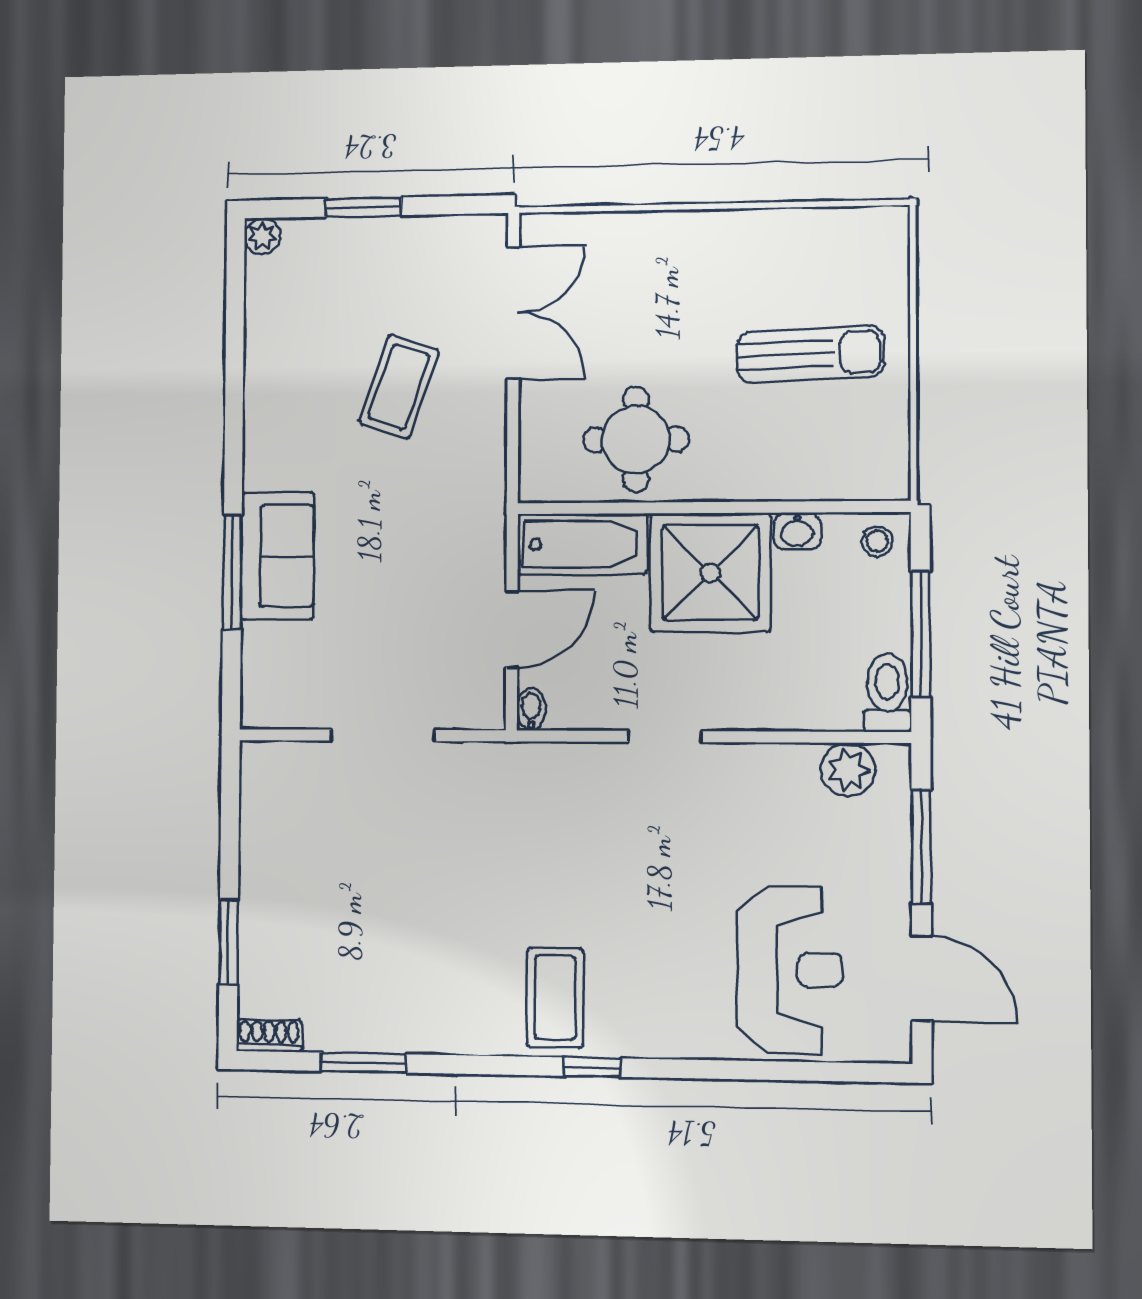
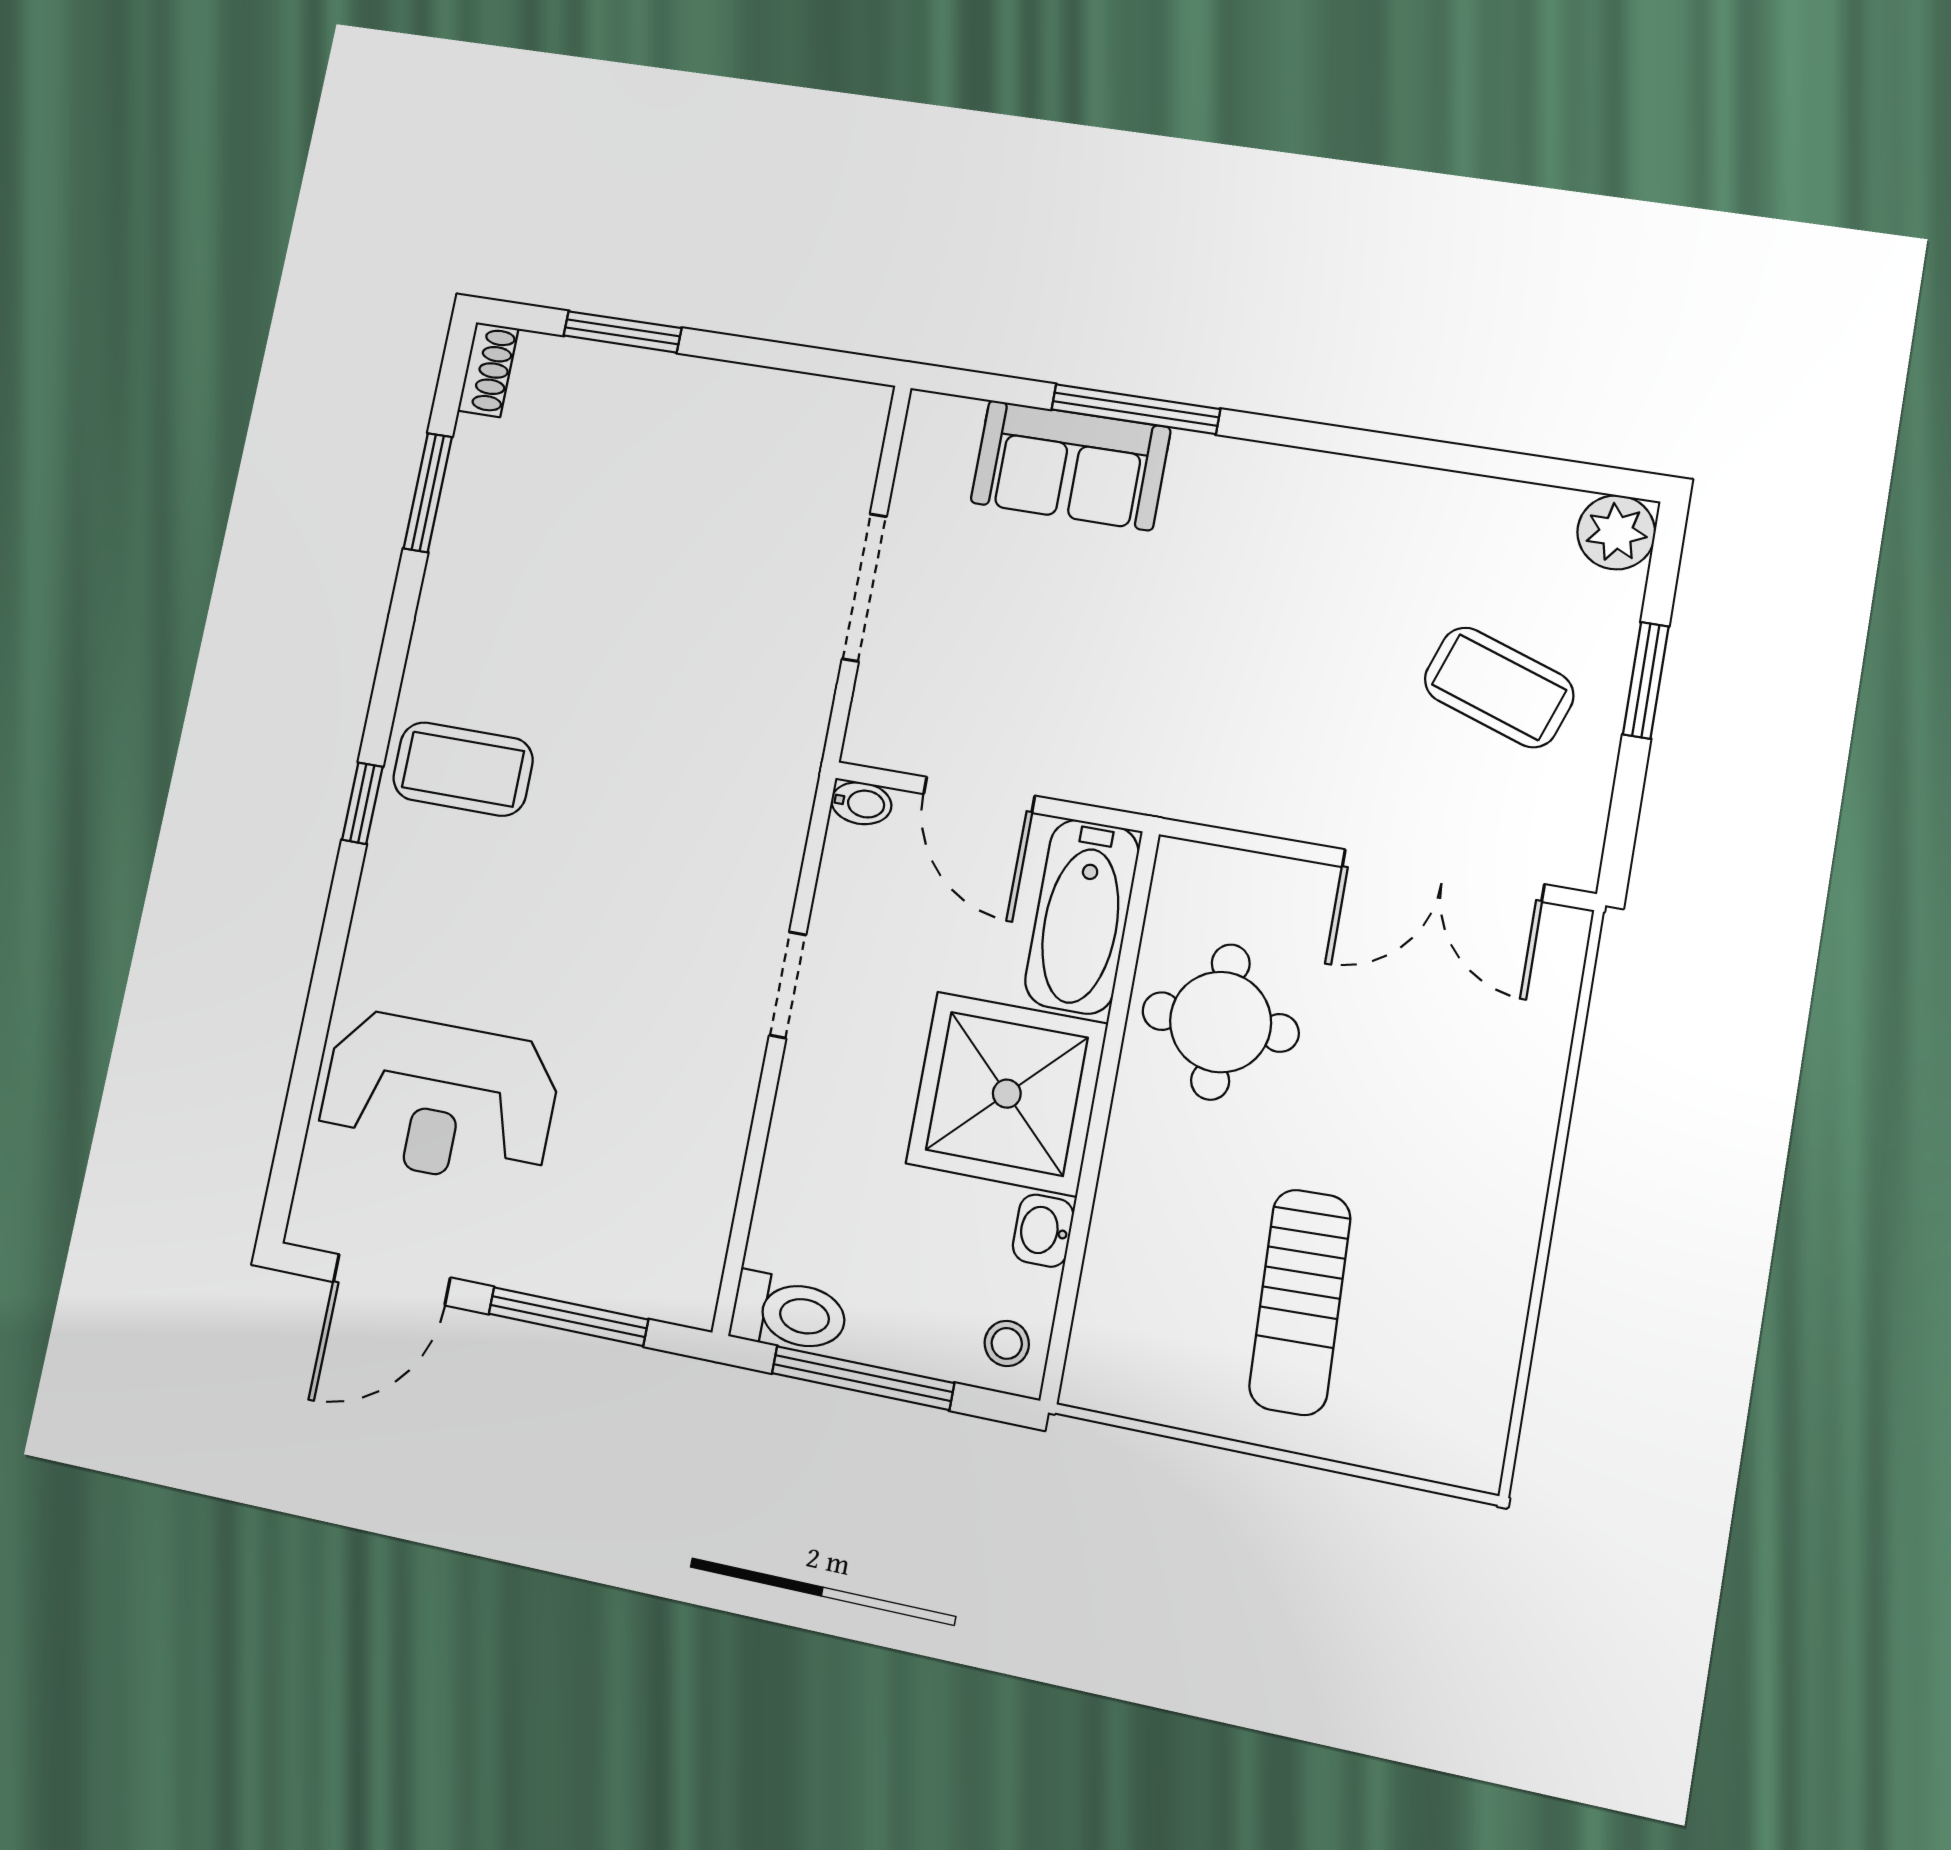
plant: (262, 236) -> (1616, 532), width x1.38, depth x1.38
coffee table: (399, 387) -> (1499, 687), moved
sofa: (277, 556) -> (1070, 465), moved
plant: (848, 770) -> (693, 1235), removed

